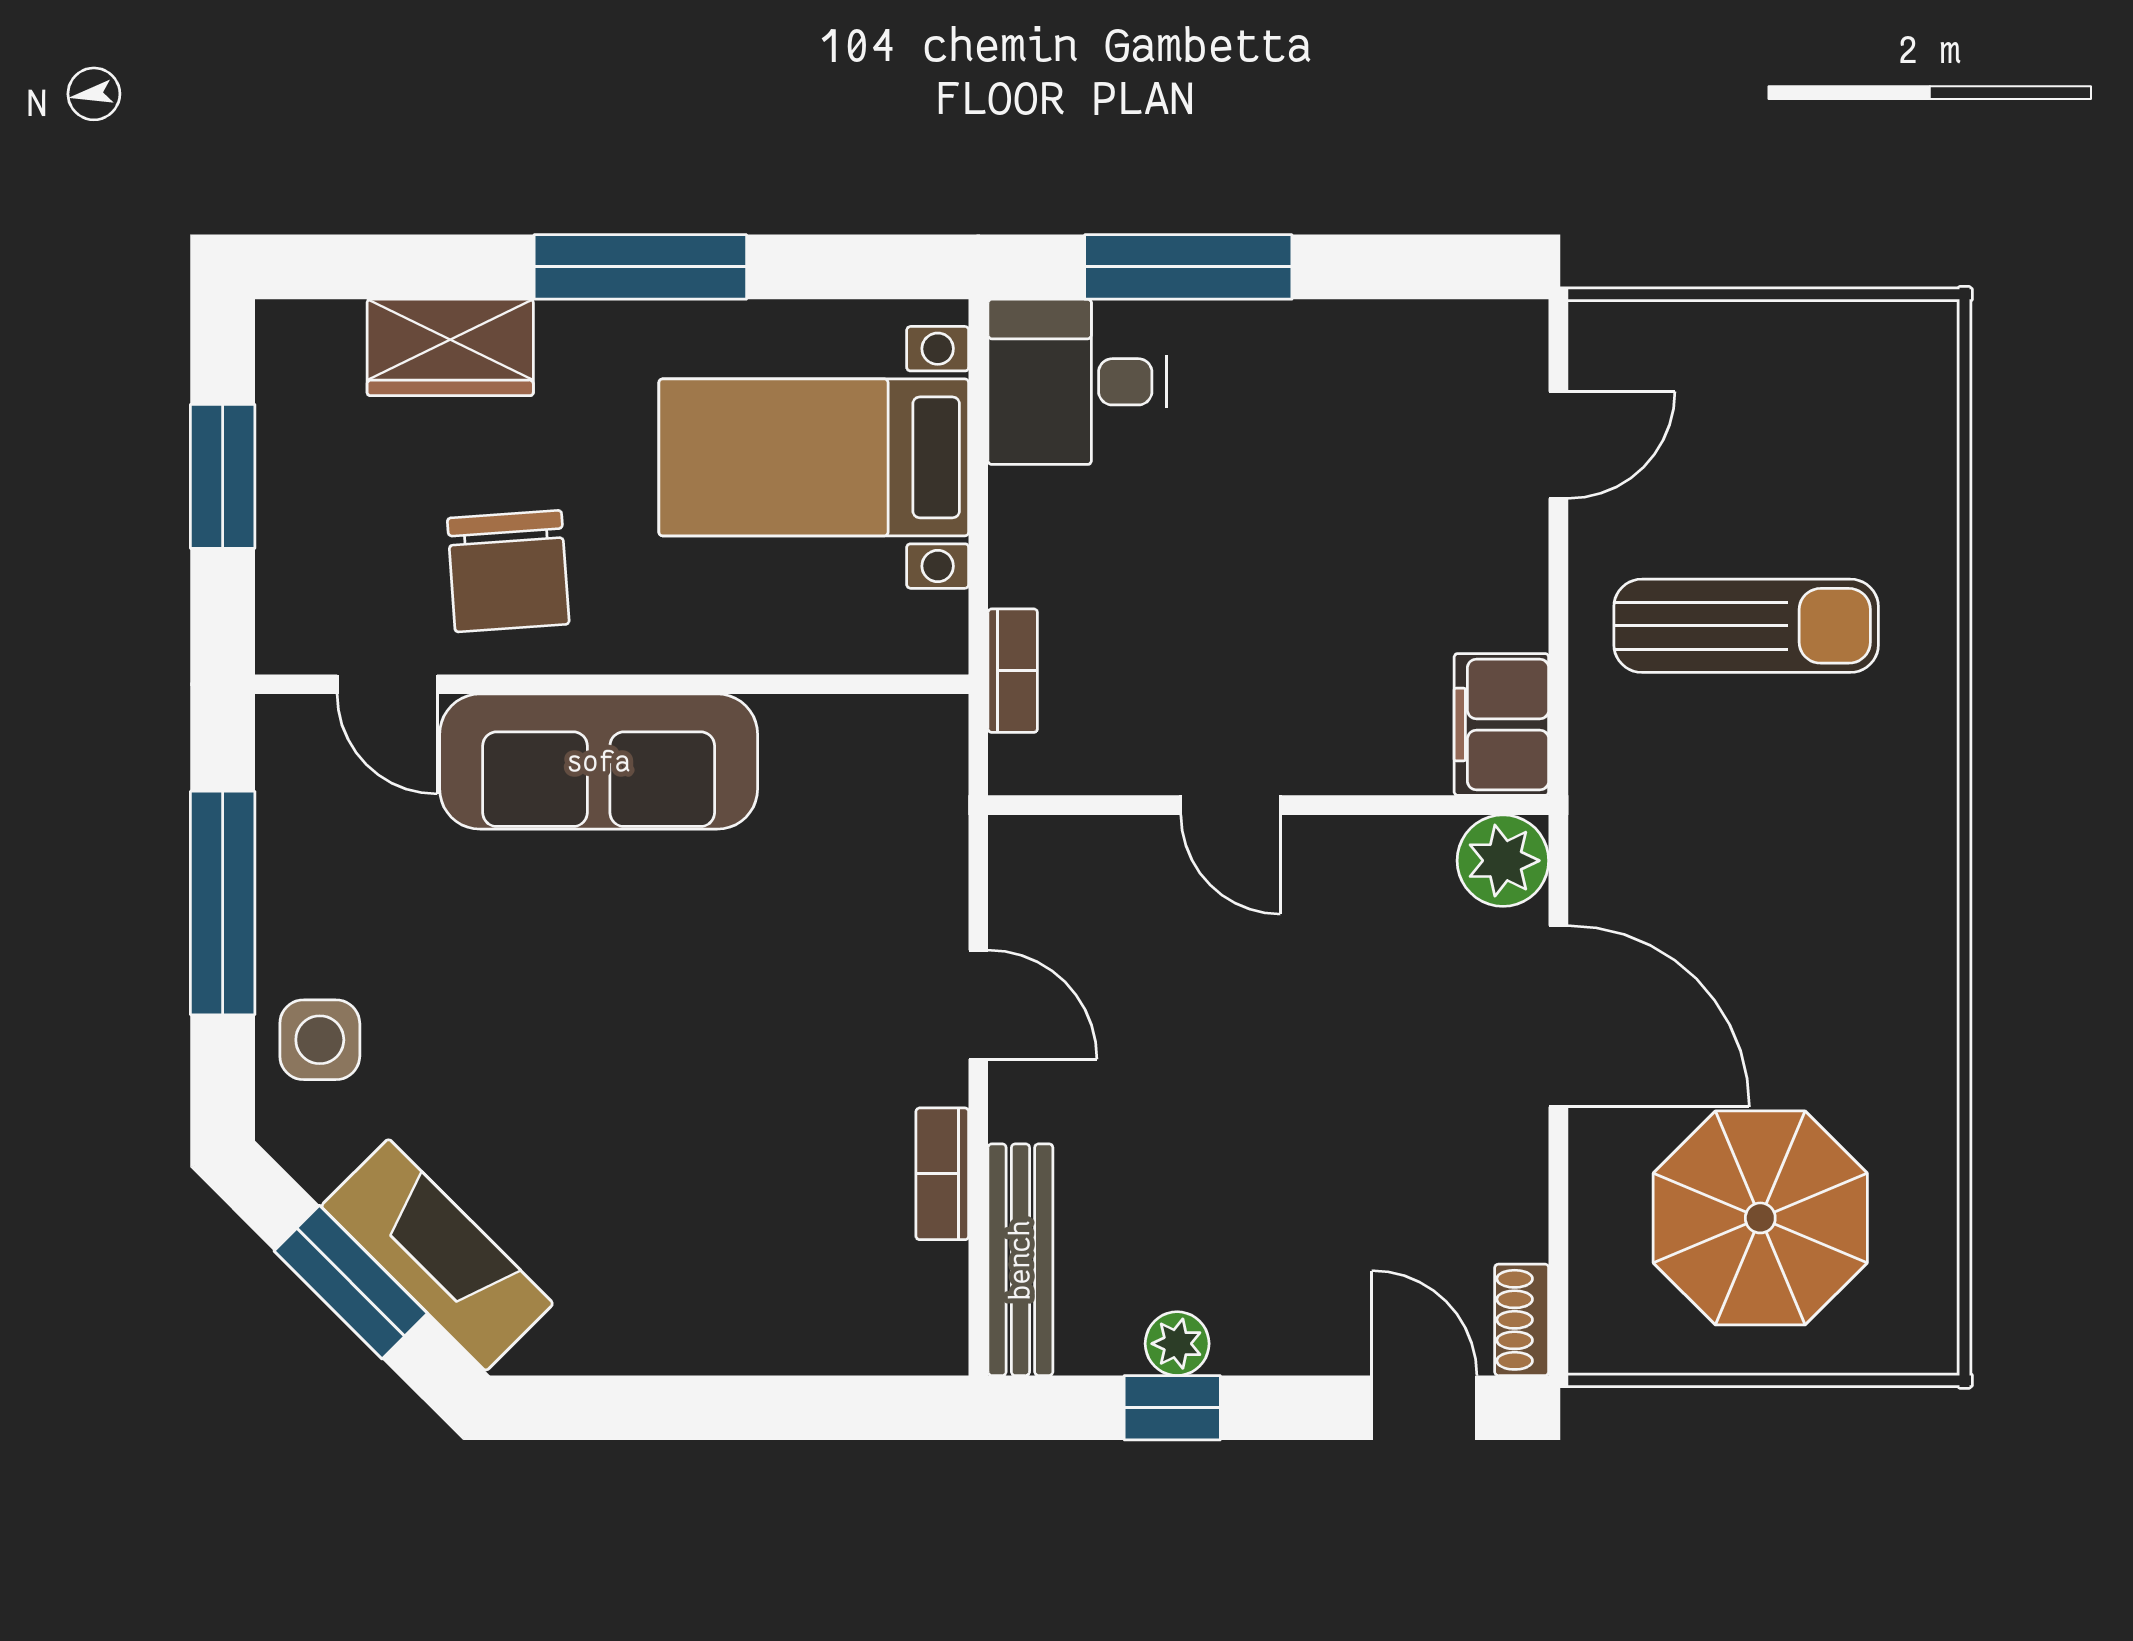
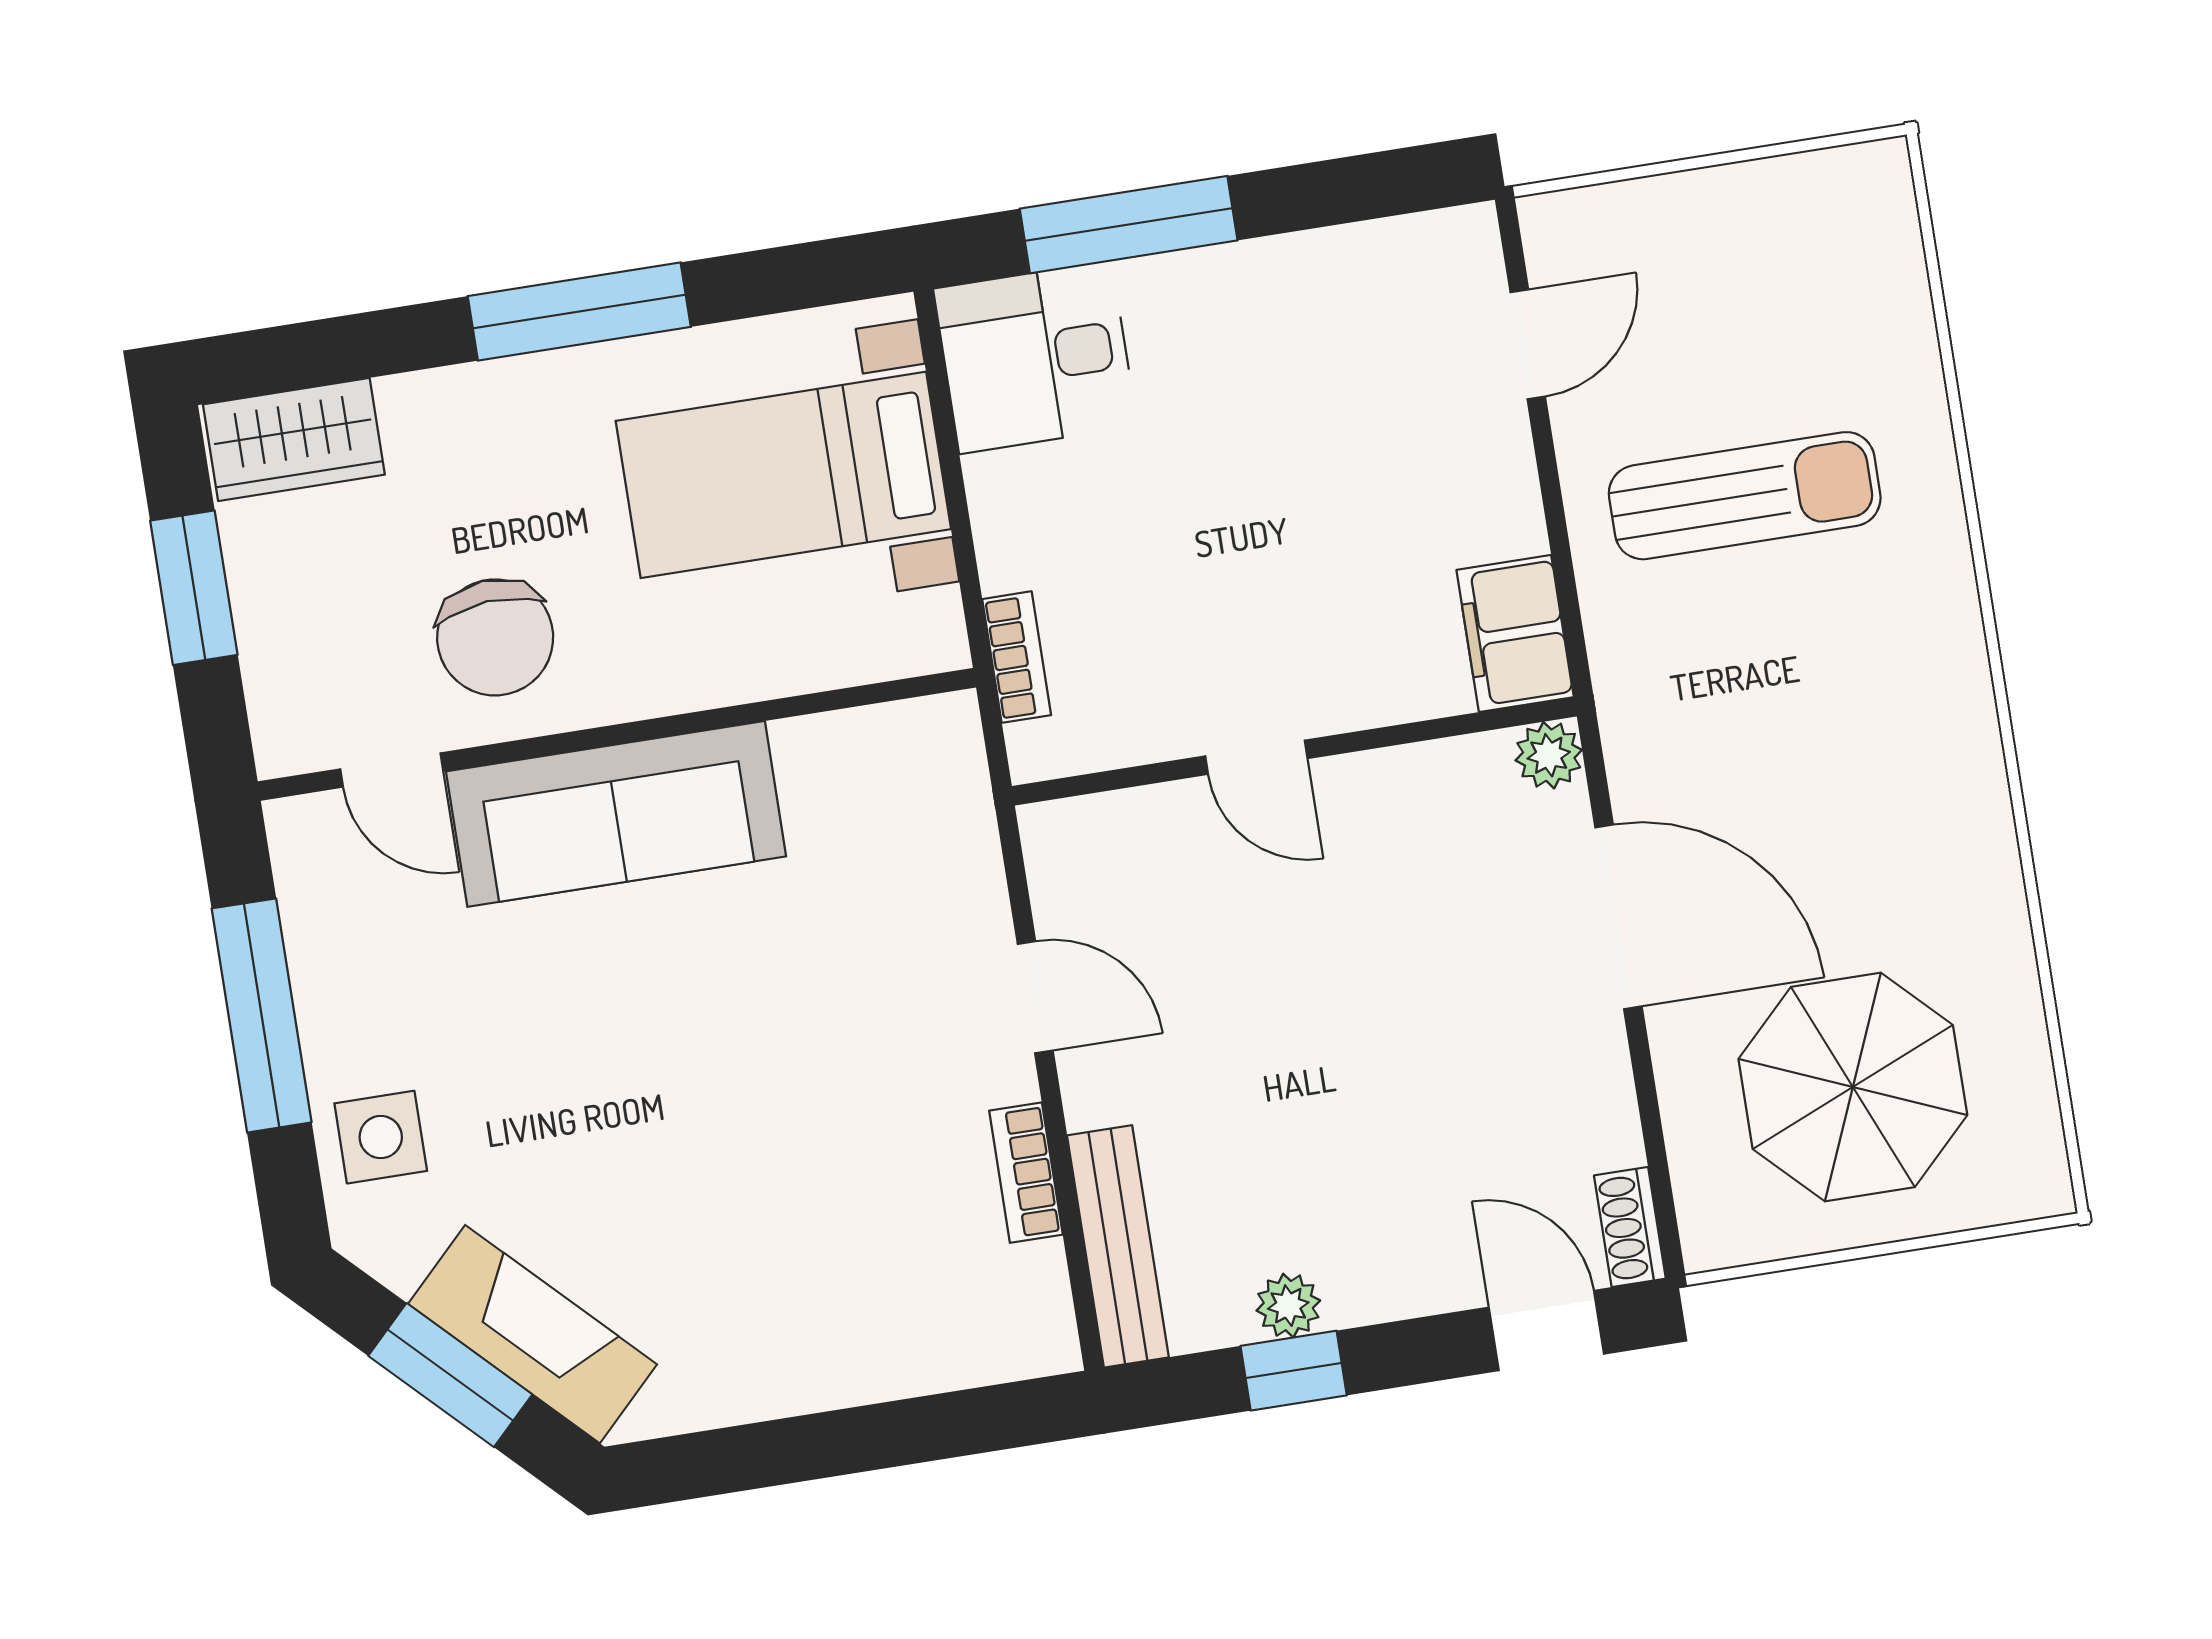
wardrobe: (450, 347) -> (294, 439), moved
plant: (1503, 861) -> (1549, 755), width x0.73, depth x0.73

